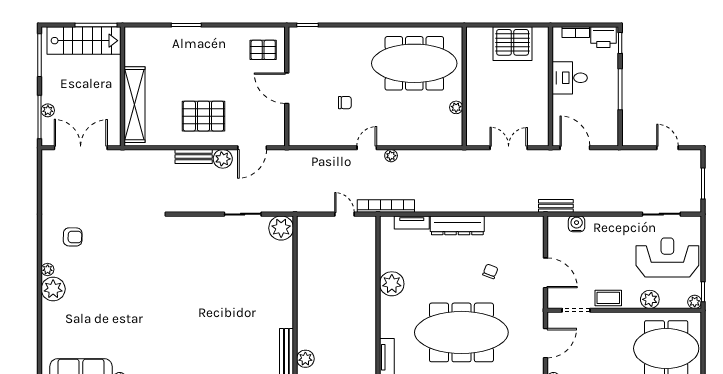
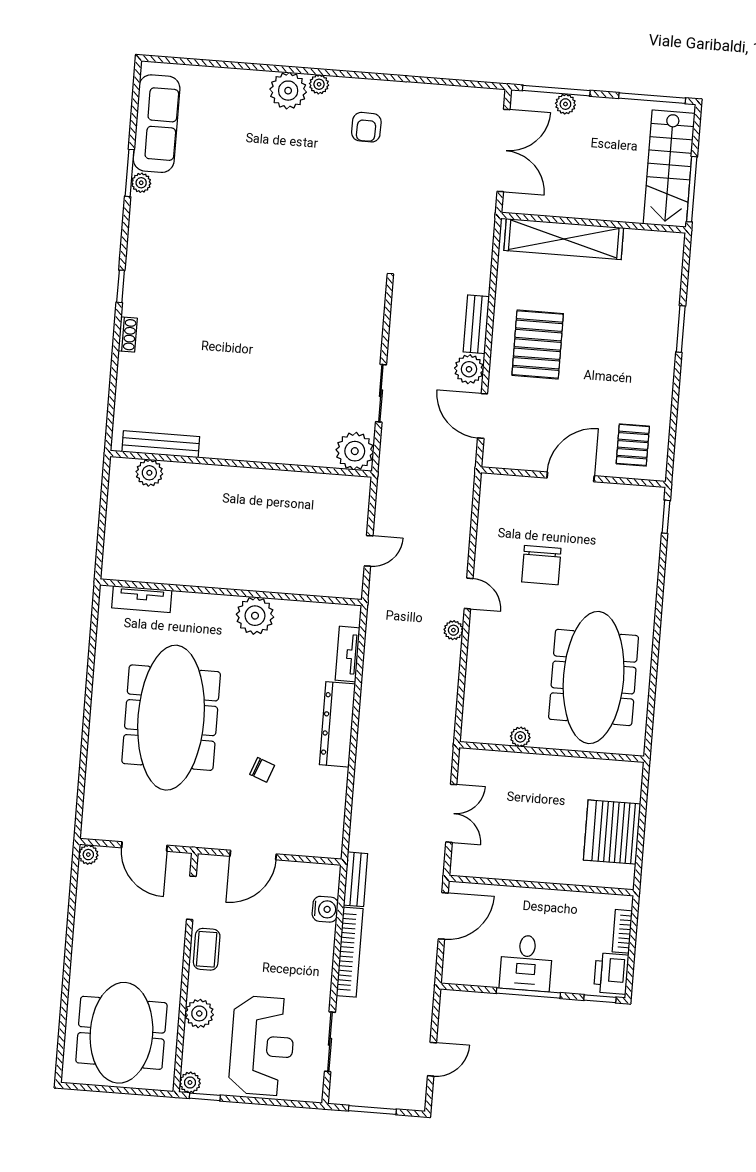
desk: (570, 78) -> (526, 963), moved, turned 180
chair: (345, 103) -> (541, 565), width x1.87, depth x1.87
bookcase: (386, 206) -> (350, 952), moved

